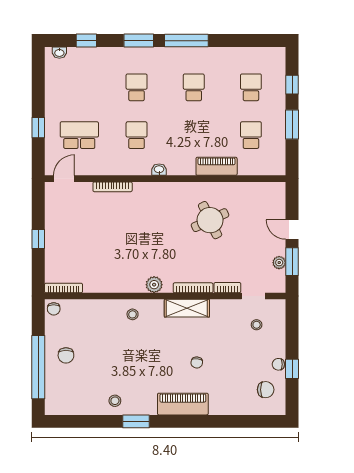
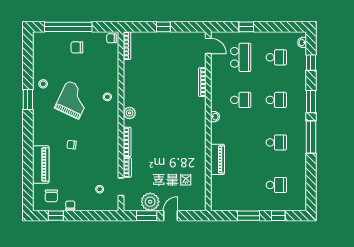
school desk: (251, 135) -> (276, 57), moved
round table: (210, 220) -> (177, 155), removed
plant: (279, 263) -> (150, 202), width x1.87, depth x1.87
shelving: (187, 308) -> (112, 137), removed
grand piano: (136, 361) -> (73, 100), added
window: (292, 369) -> (56, 216), moved
piano: (183, 404) -> (41, 164), moved

